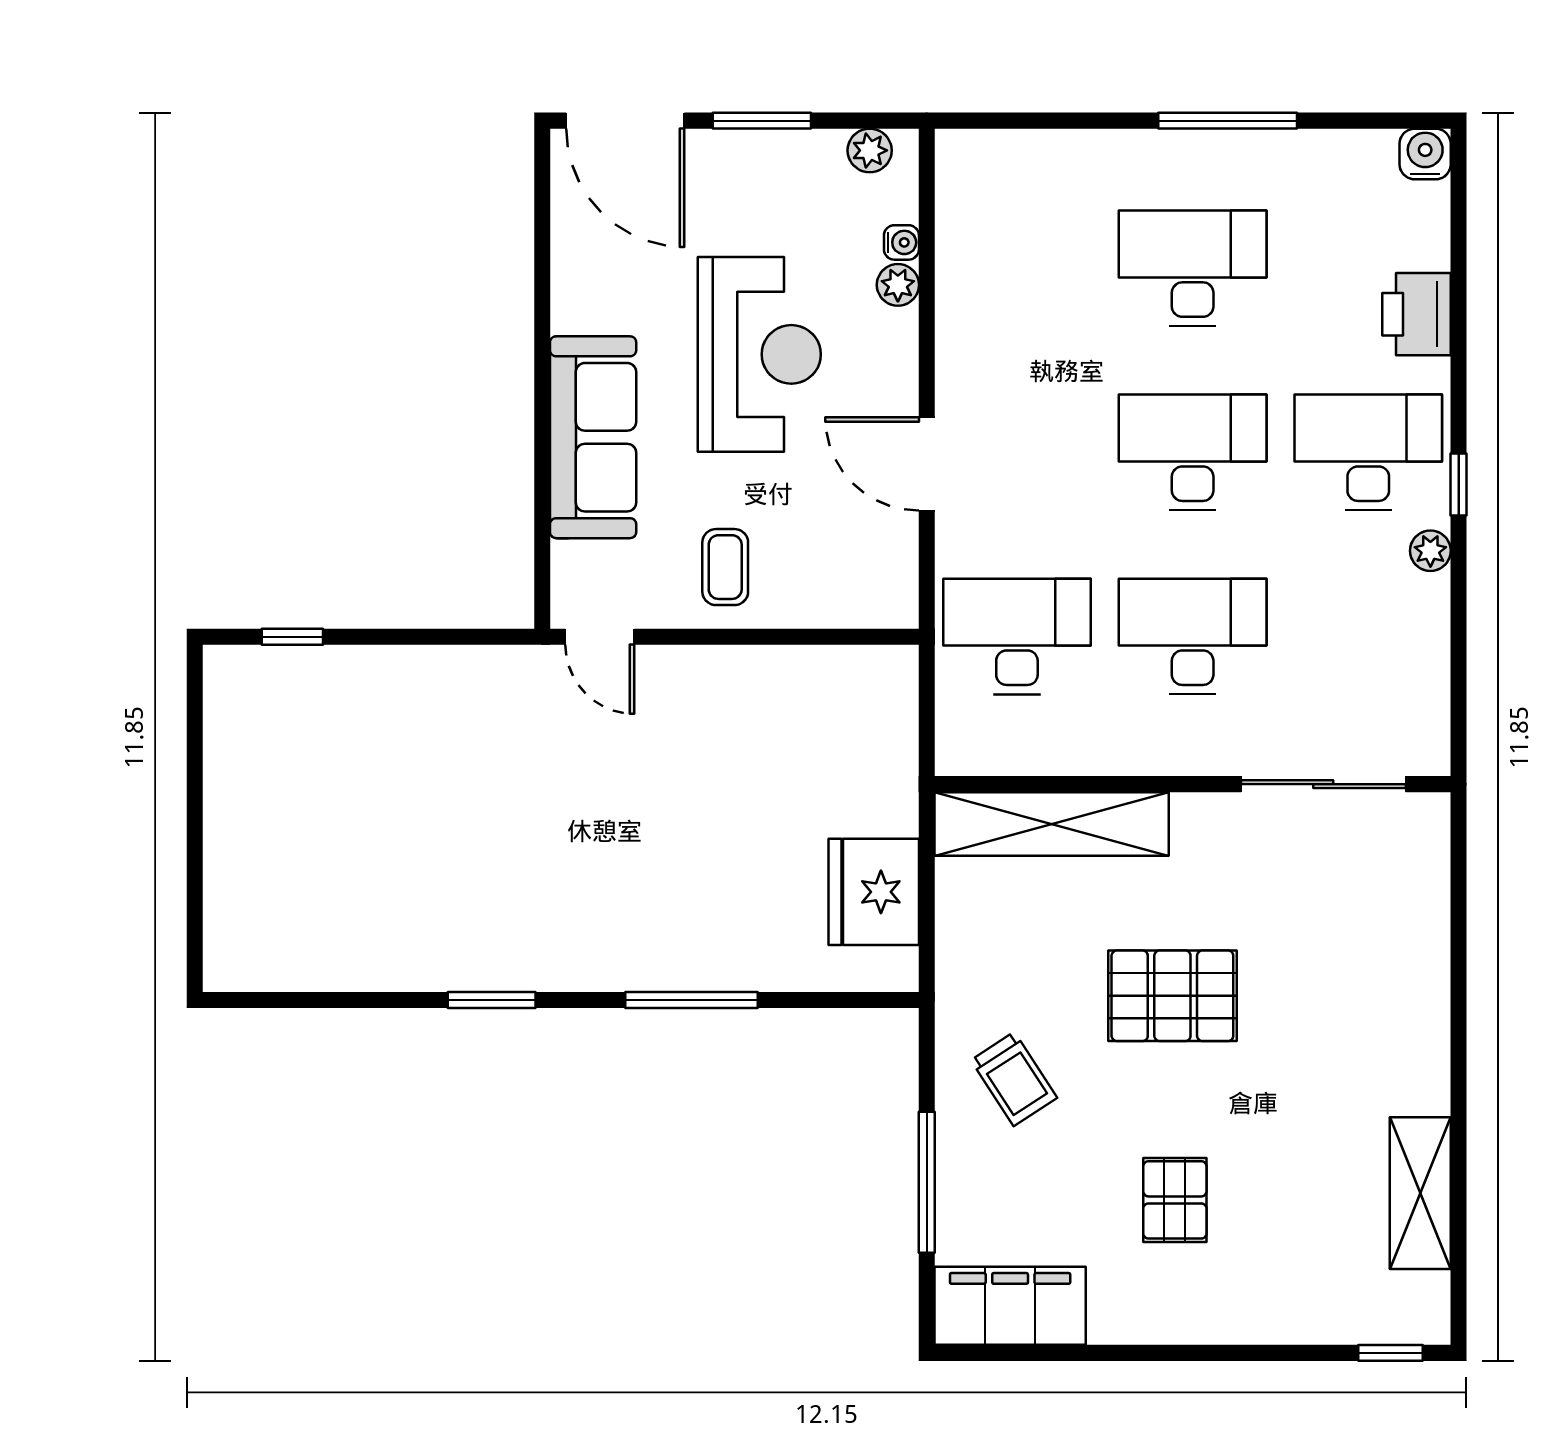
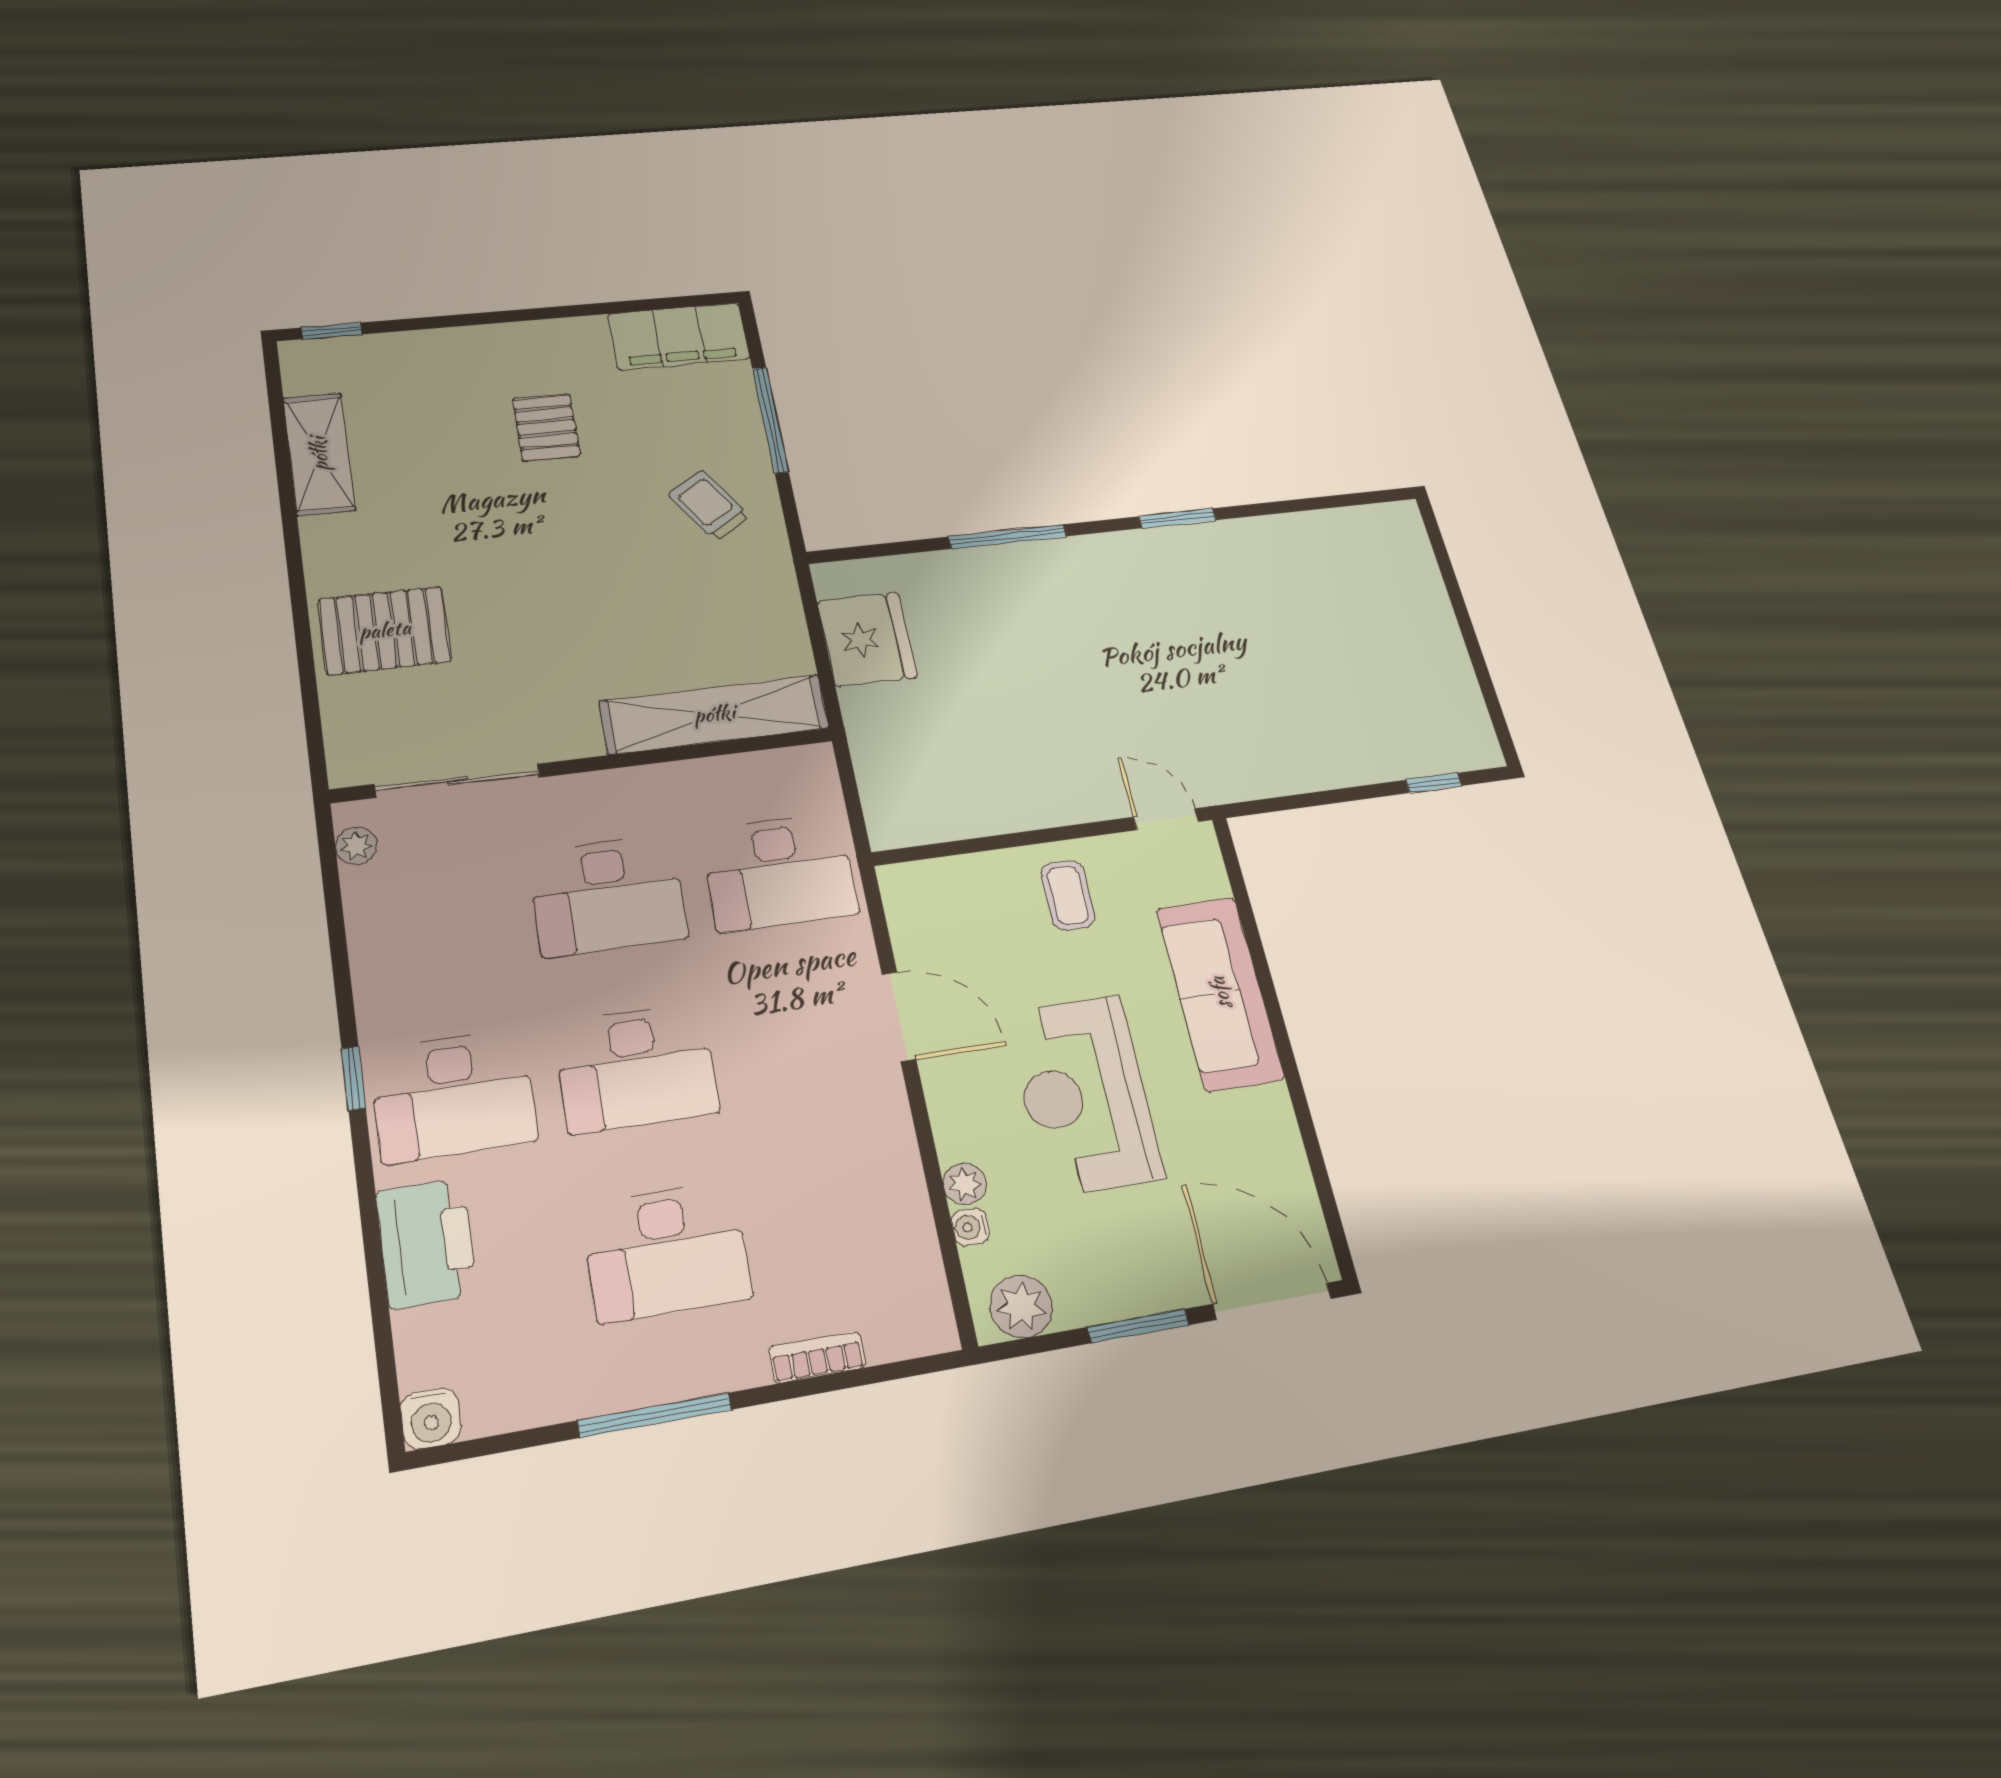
bookcase: (1071, 146) -> (817, 1357), added
plant: (870, 150) -> (1021, 1306), width x1.38, depth x1.38
printer: (1417, 314) -> (427, 1243), width x1.37, depth x1.19
plant: (1430, 551) -> (356, 846), moved
pallet: (1172, 996) -> (385, 630), moved

